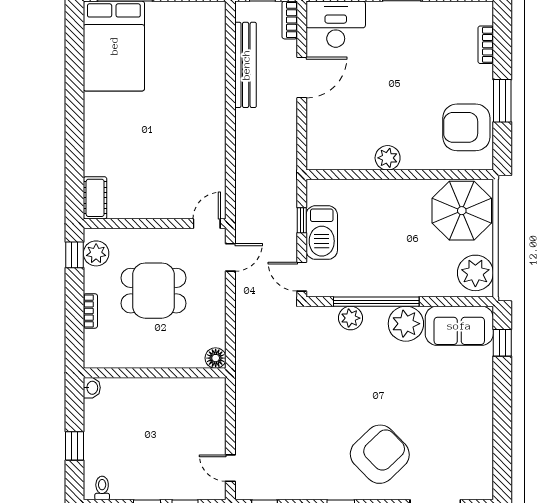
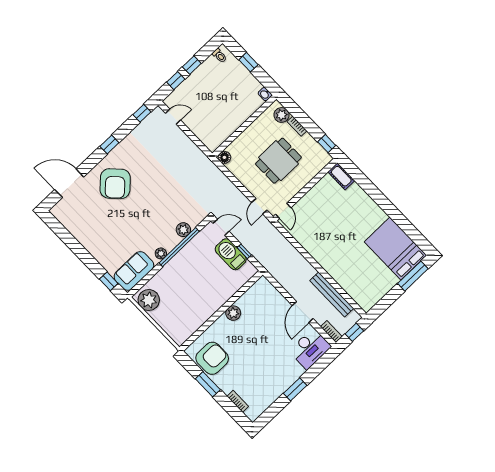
parasol: (462, 211) -> (180, 321), removed
plant: (96, 253) -> (282, 115), moved
plant: (406, 324) -> (161, 253), width x0.53, depth x0.53

